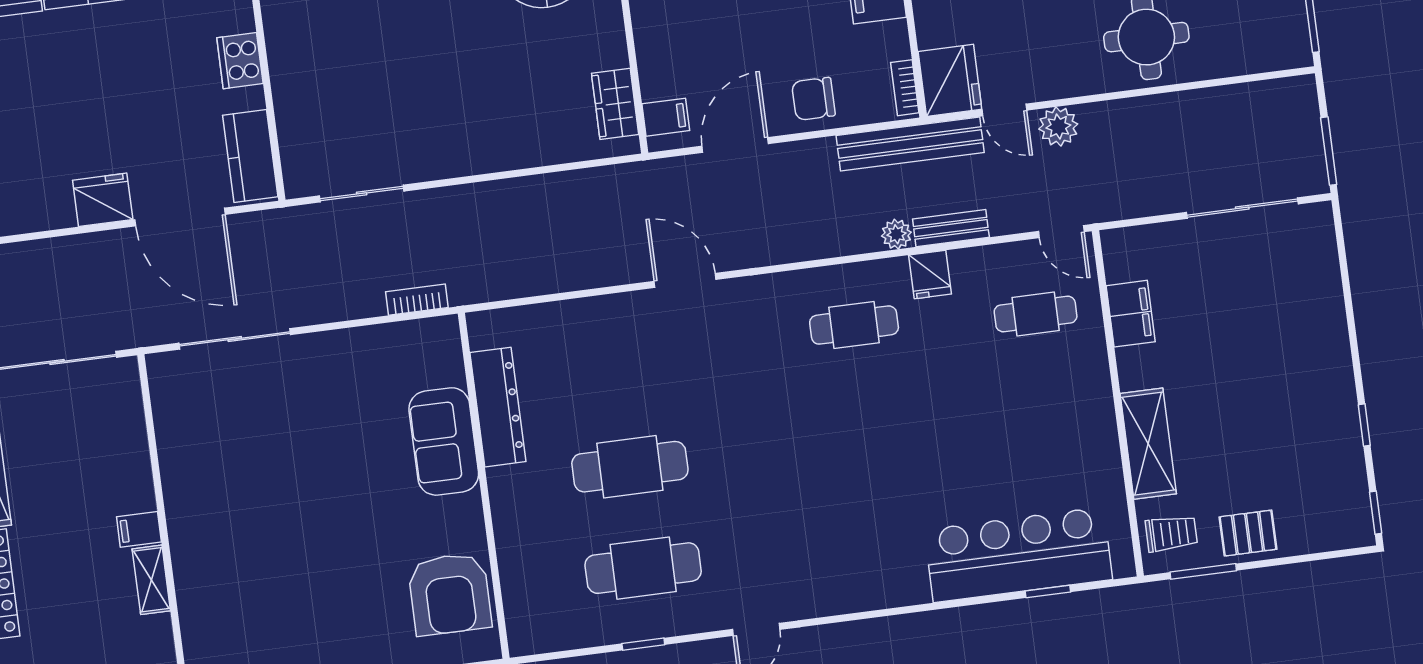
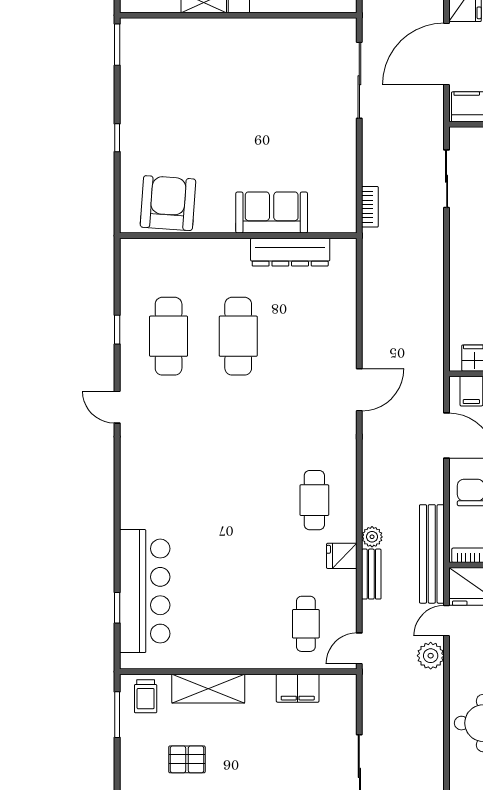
pallet: (1248, 533) -> (187, 759), moved, turned 90
armchair: (450, 594) -> (168, 203), turned 94

